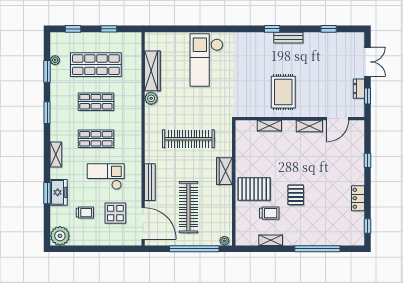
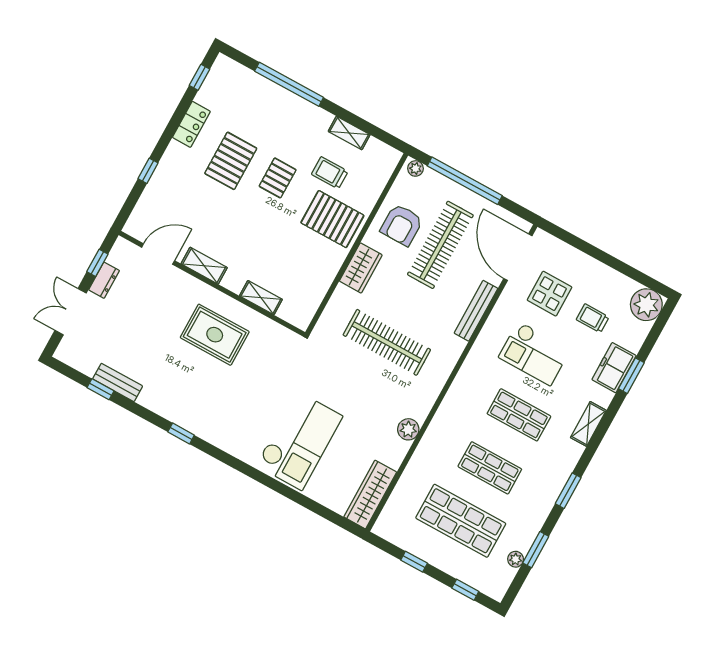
bench: (288, 38) -> (118, 382), moved
wardrobe: (152, 71) -> (370, 495), moved
rug: (283, 92) -> (215, 335), turned 90
pallet: (326, 190) -> (231, 161), added
armchair: (215, 206) -> (402, 225), added

